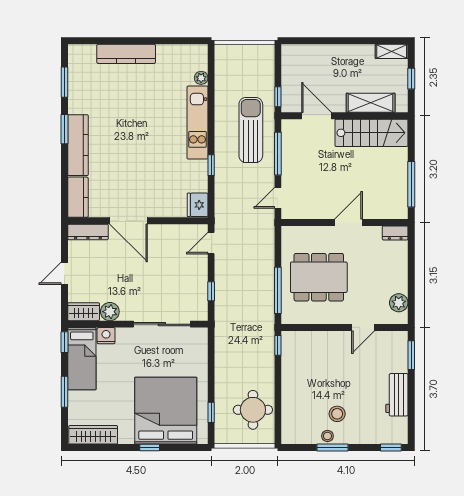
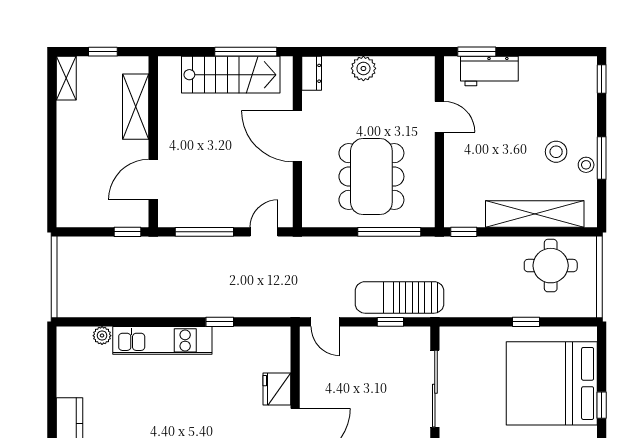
sun lounger: (251, 130) -> (400, 297), moved
stairs: (371, 133) -> (231, 75), moved, turned 90
door: (278, 198) -> (264, 232), swing flipped
fridge: (198, 205) -> (277, 389), moved, turned 90
door: (349, 222) -> (297, 136), width x1.36
plant: (399, 303) -> (363, 68), moved
workbench: (397, 395) -> (489, 71), moved
shelving: (291, 398) -> (535, 214), added
window: (211, 412) -> (526, 322), moved

